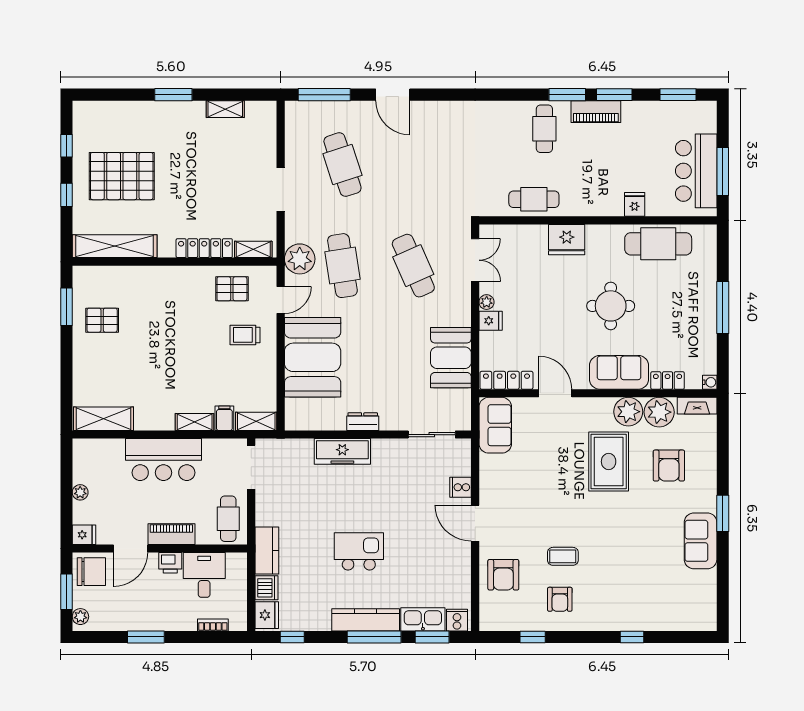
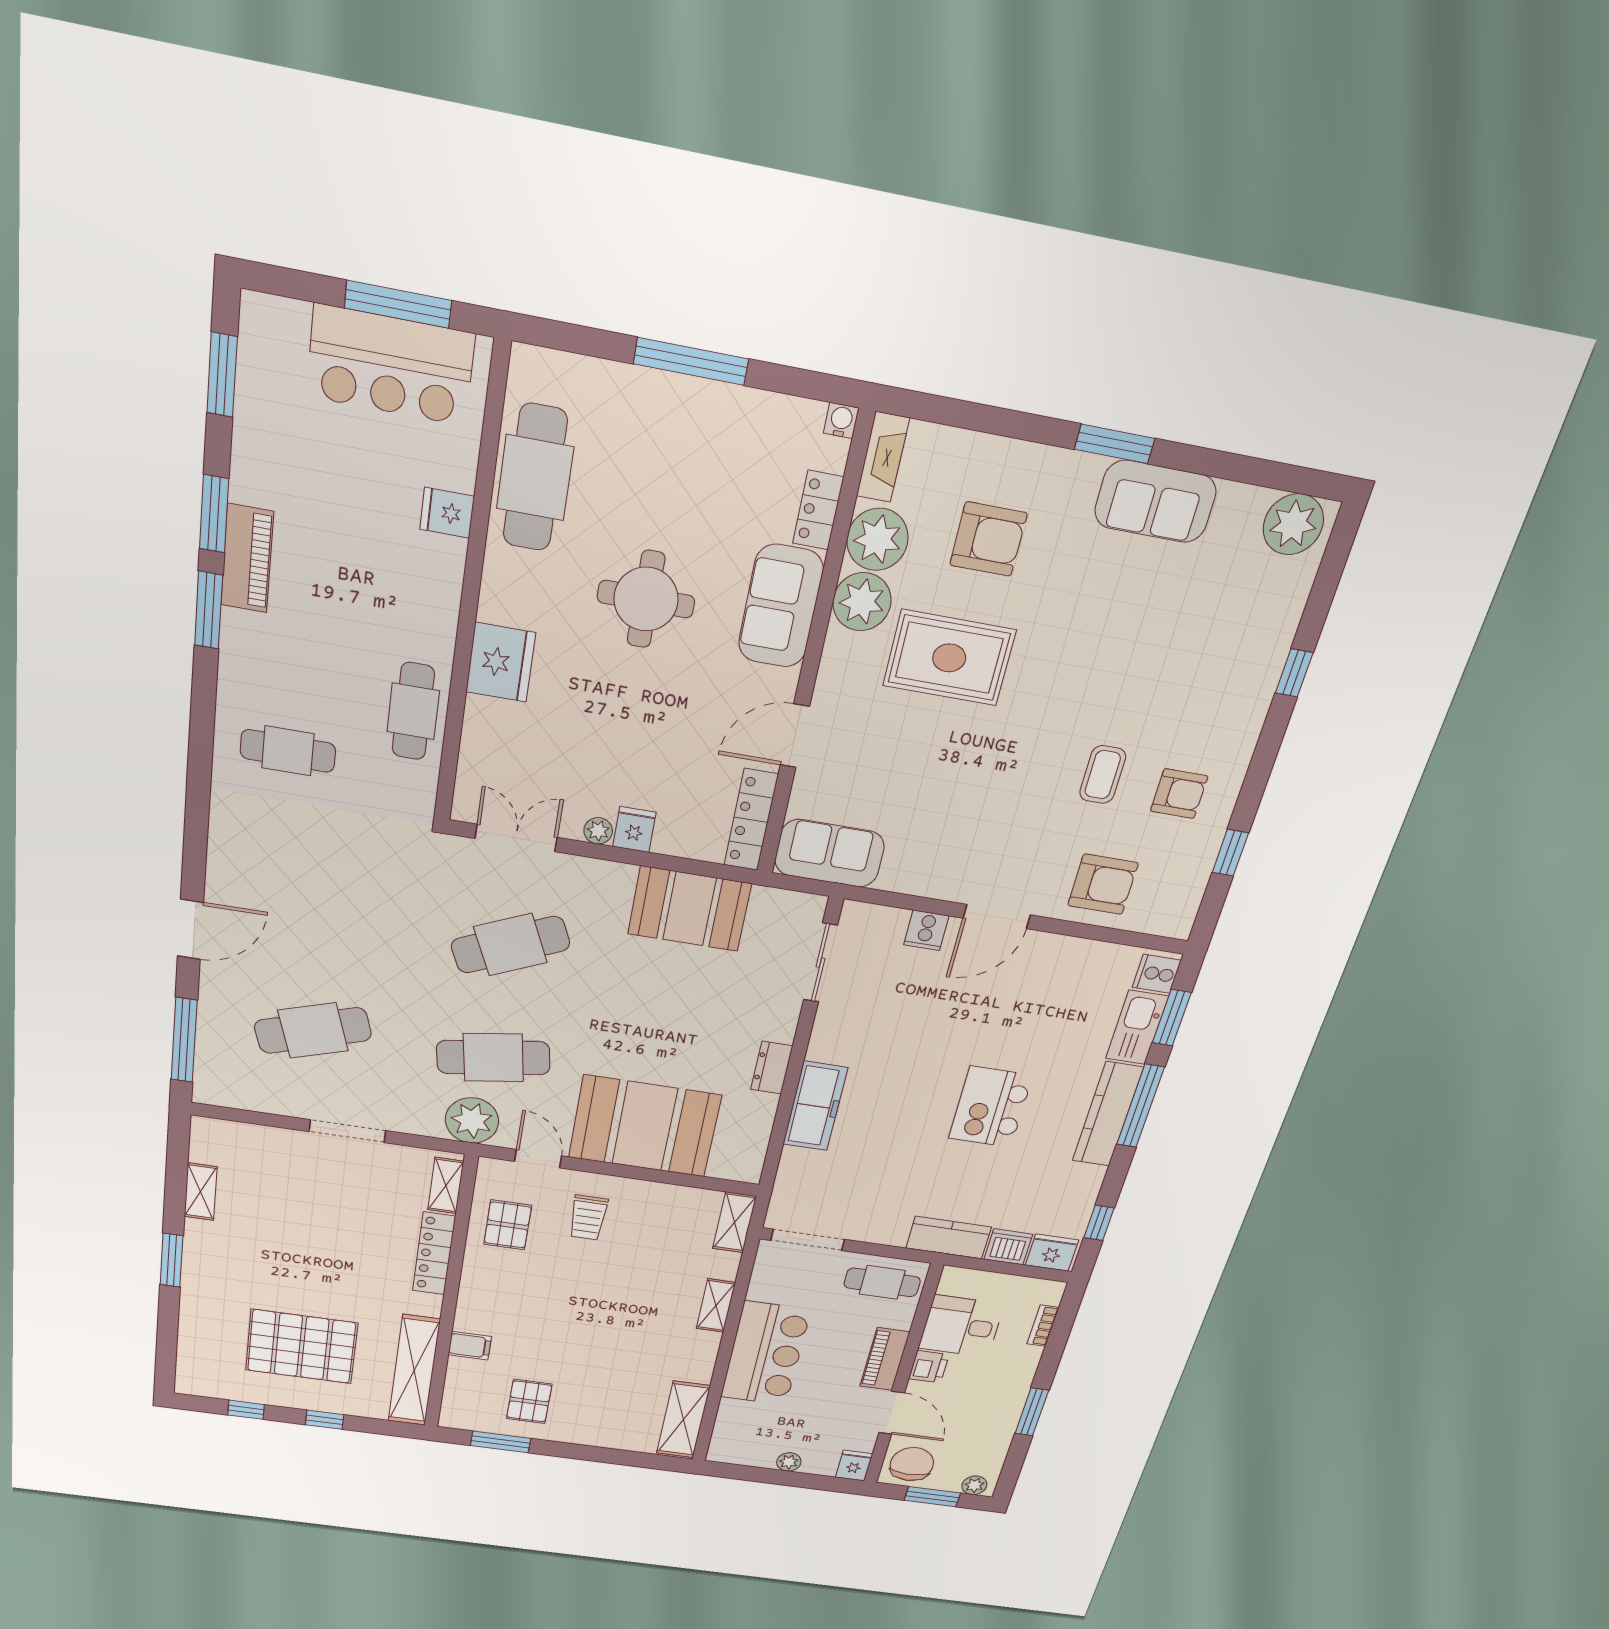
cafe table: (544, 129) -> (288, 751), moved
pallet: (122, 176) -> (302, 1347), turned 90
filing cabinet: (224, 418) -> (470, 1346), moved, turned 180
plant: (702, 611) -> (1293, 524), added

